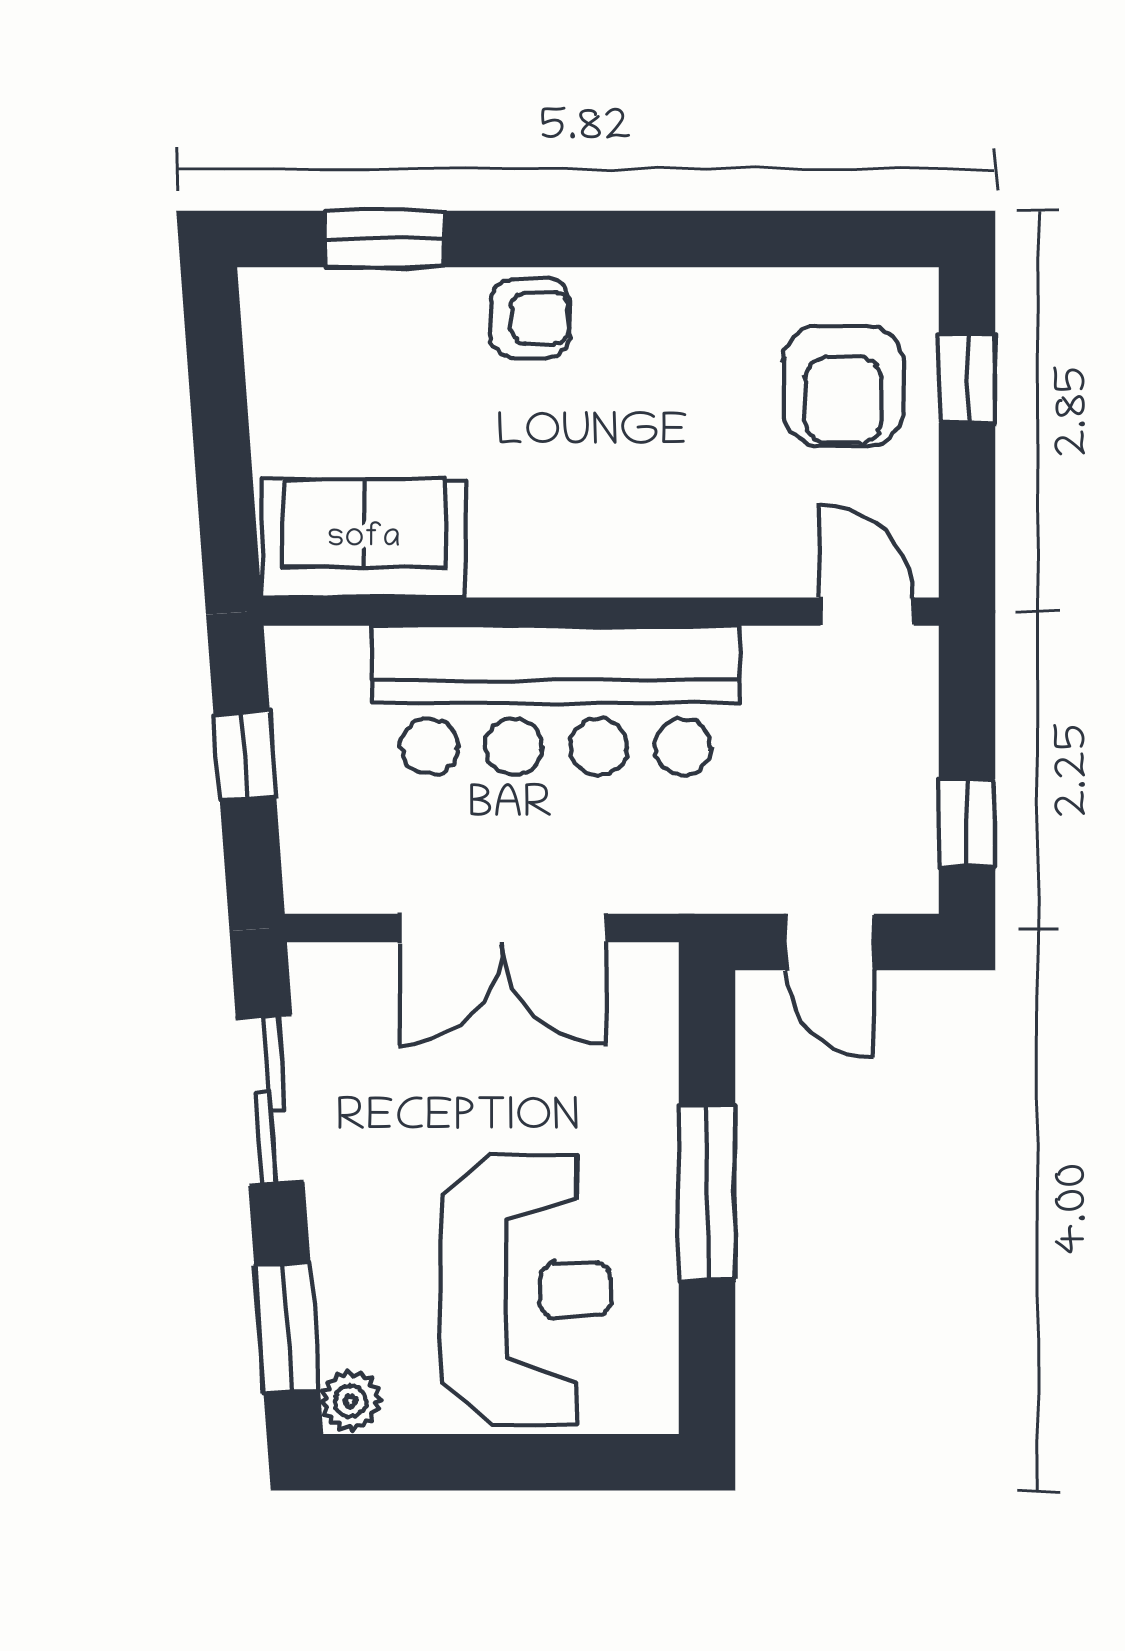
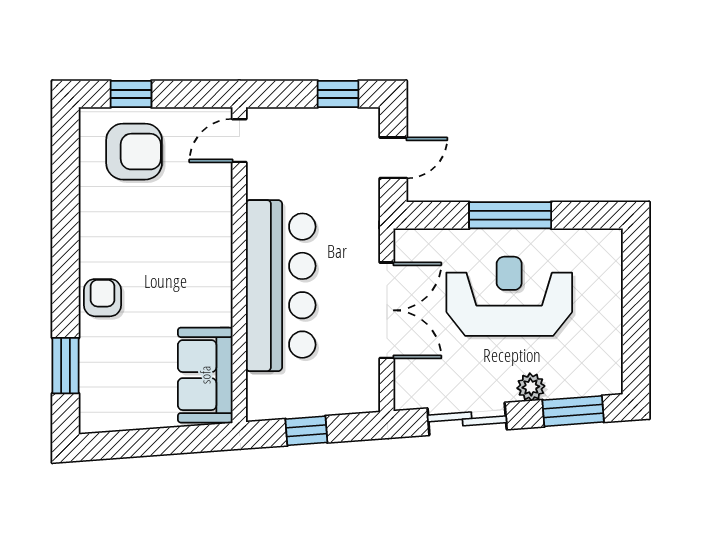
reception desk: (526, 1290) -> (509, 296), moved
plant: (351, 1401) -> (531, 387), moved

